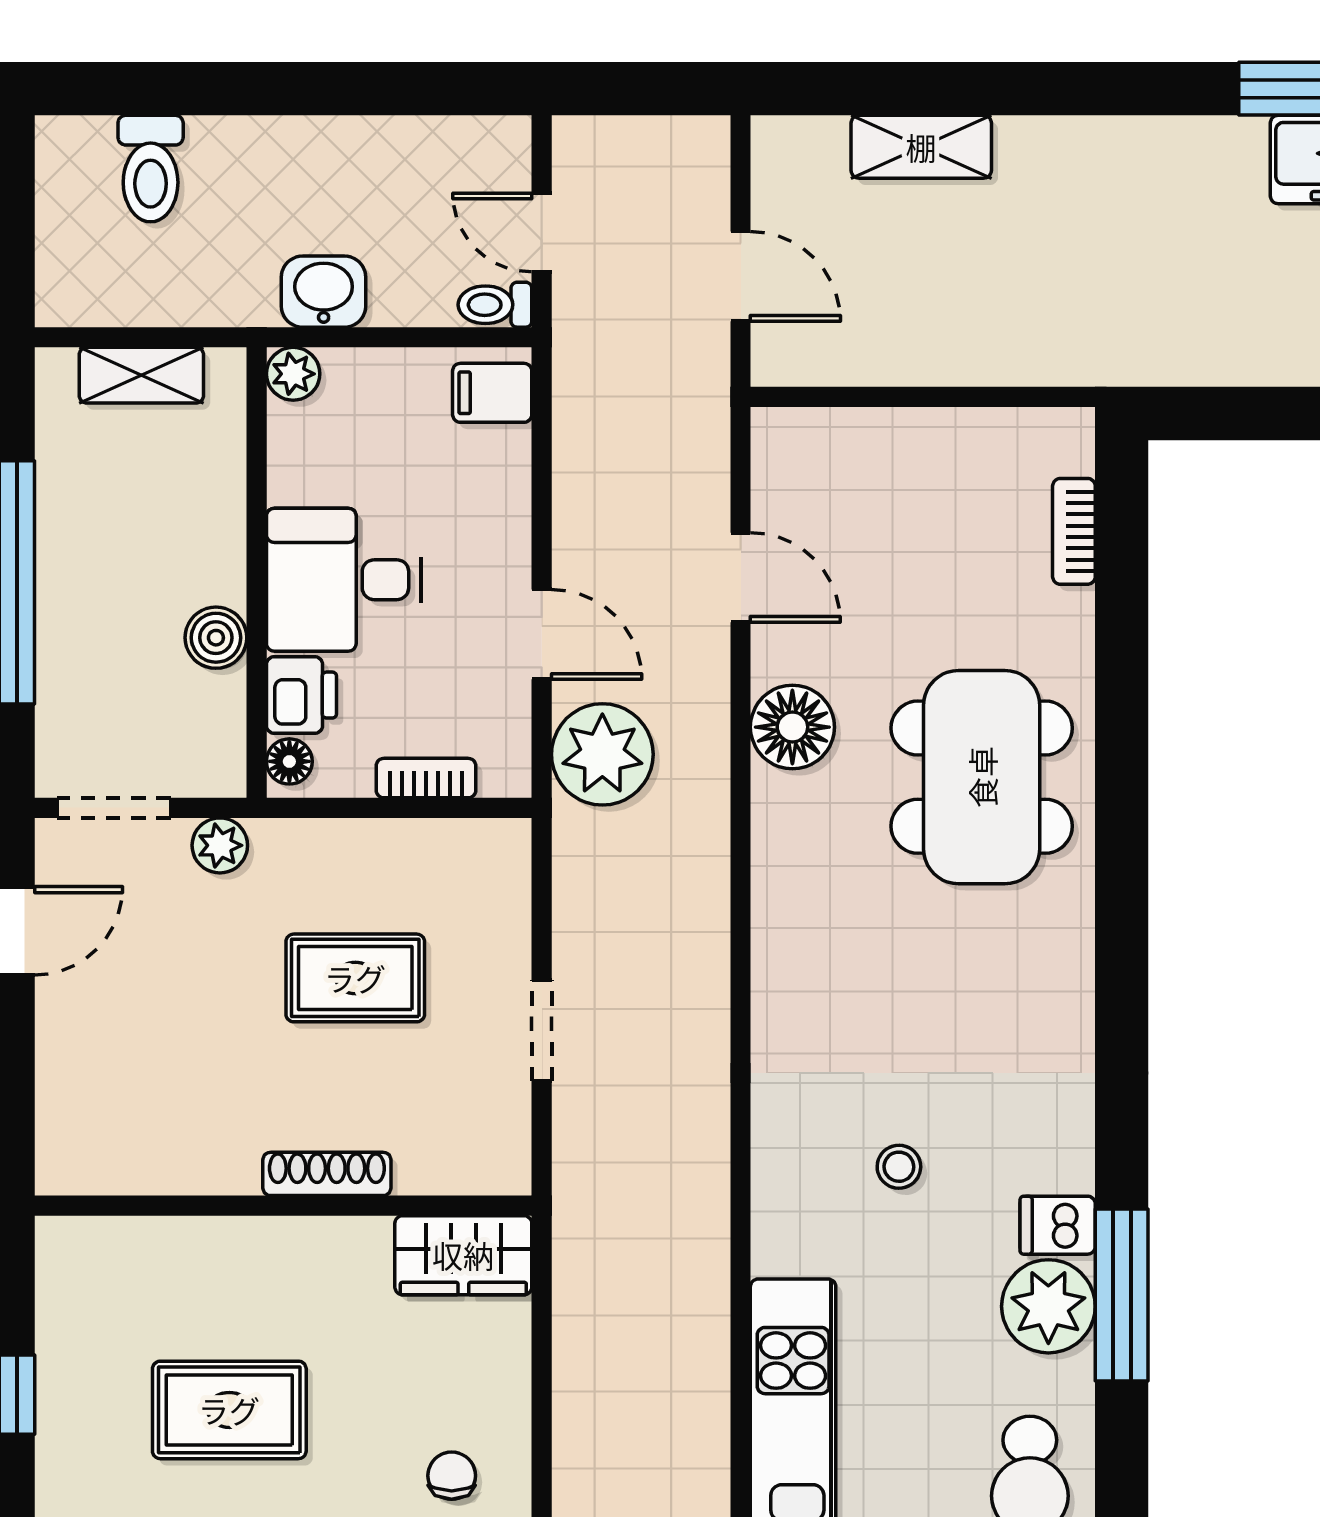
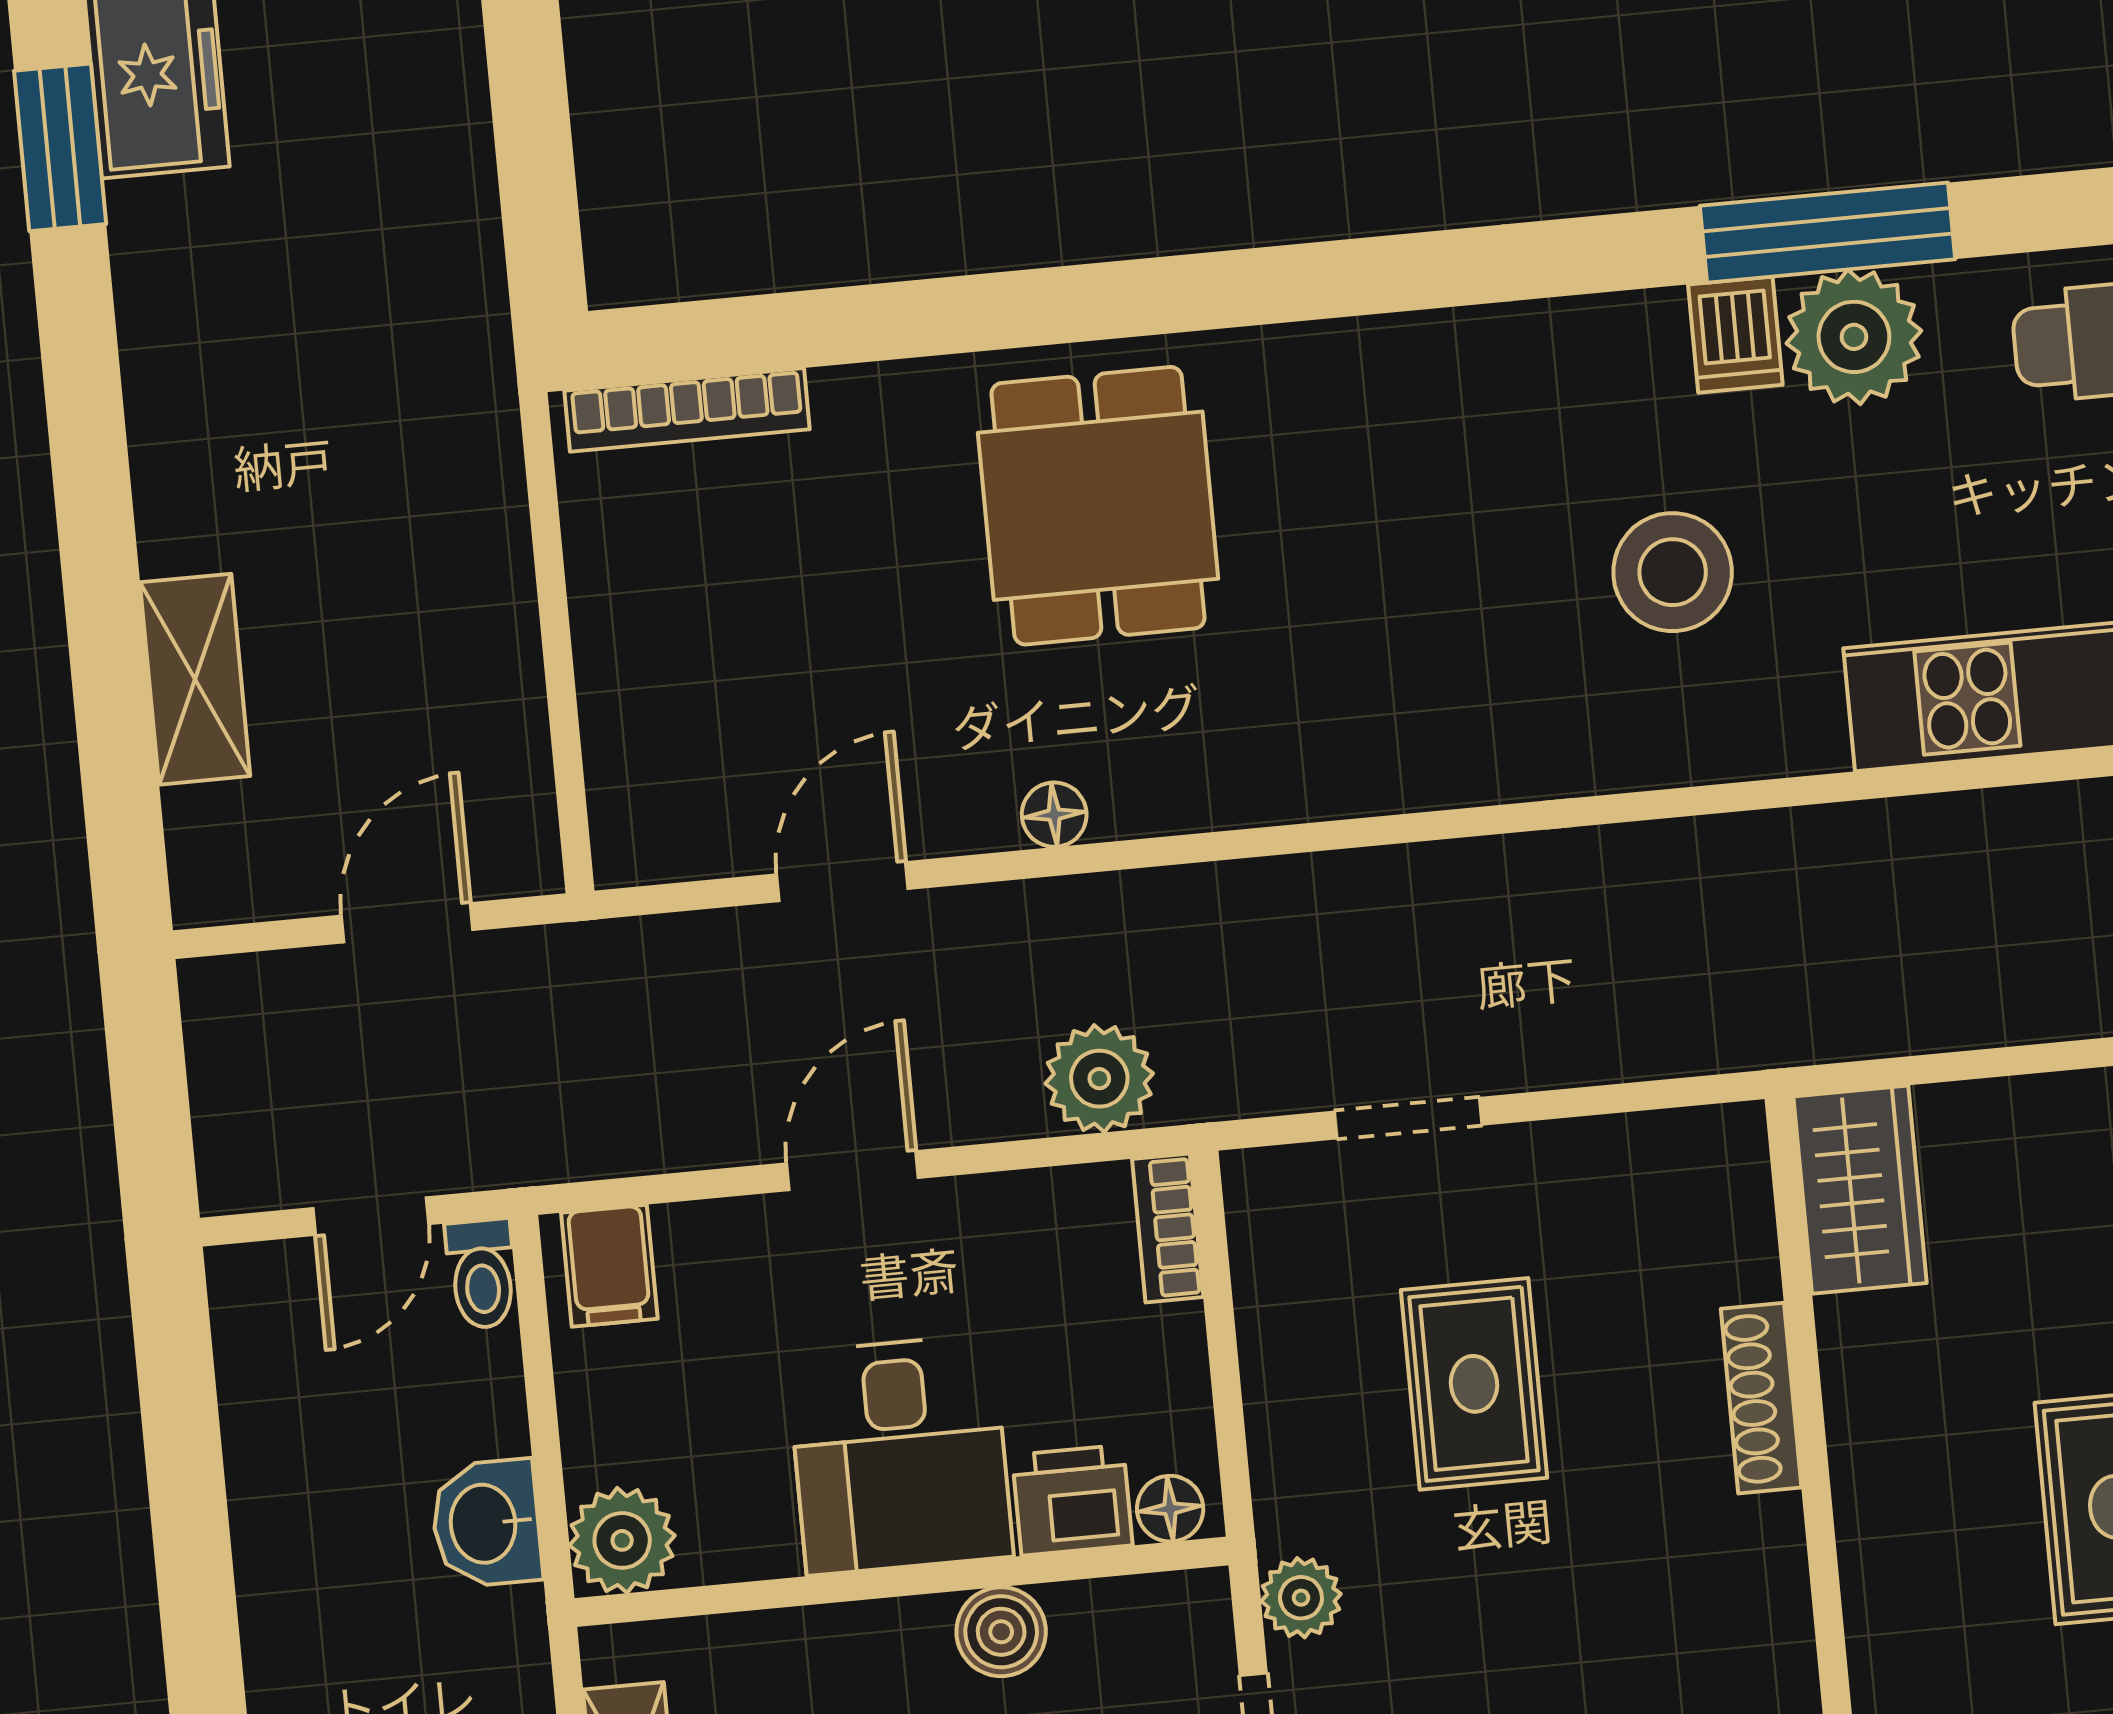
plant: (293, 374) -> (622, 1540), width x1.38, depth x1.38
bookcase: (1074, 531) -> (687, 410), width x1.56
door: (542, 634) -> (853, 1171), moved
floor lamp: (792, 727) -> (1054, 815), width x0.53, depth x0.53
plant: (602, 754) -> (1099, 1079), width x0.73, depth x0.73
dining table: (982, 777) -> (1098, 506), width x0.73
bookcase: (426, 778) -> (1168, 1228), moved
doorway: (542, 1031) -> (1408, 1118), moved
stool: (899, 1167) -> (1673, 572), width x1.89, depth x1.89

